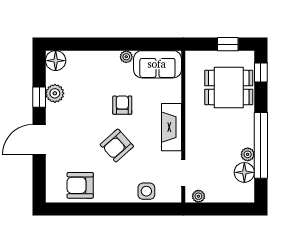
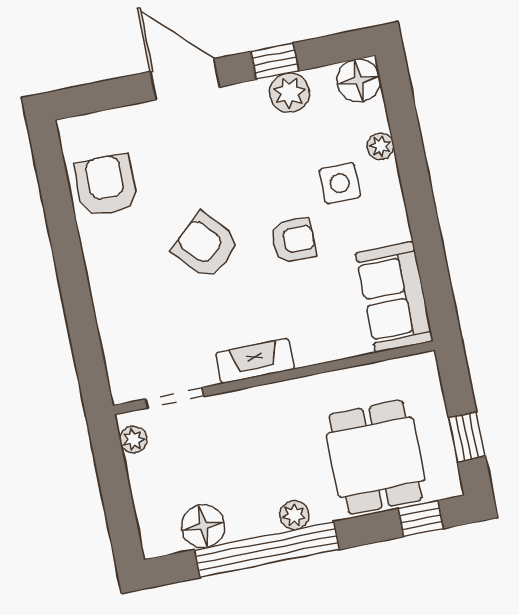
plant: (126, 57) -> (380, 146), moved
fireplace: (171, 127) -> (255, 361), width x0.73, depth x0.76
plant: (248, 154) -> (294, 515), moved
side table: (146, 191) -> (340, 183), moved

